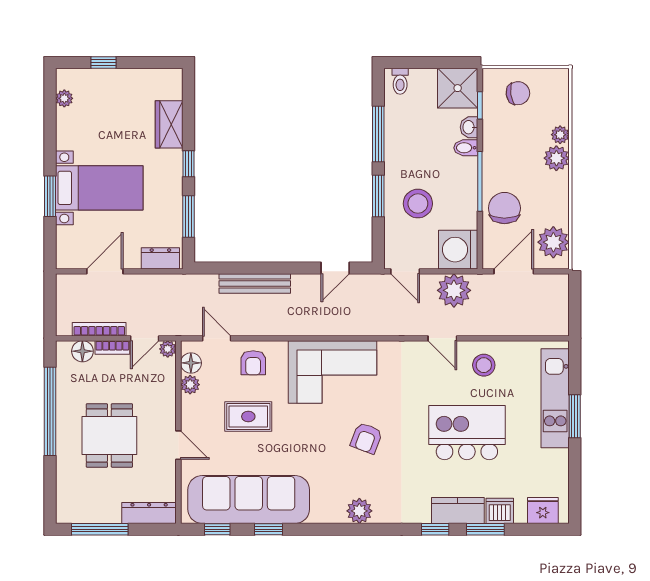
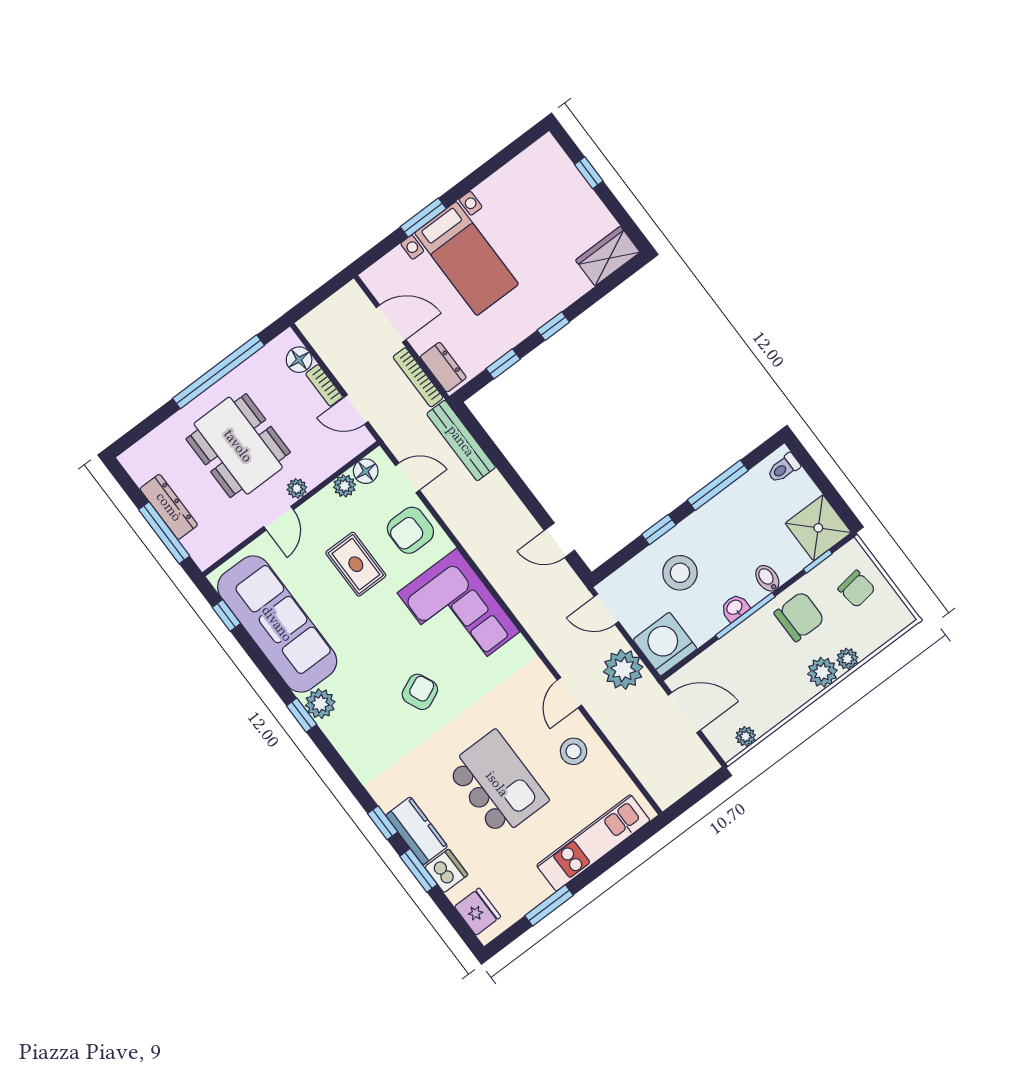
plant: (64, 98) -> (527, 161), removed
wardrobe: (169, 124) -> (608, 256), moved
washbasin: (469, 127) -> (735, 608), moved
window: (378, 196) -> (659, 530), width x0.67
chair: (504, 208) -> (799, 616), moved
window: (188, 217) -> (503, 364), width x0.67
plant: (553, 242) -> (746, 736), width x0.53, depth x0.53
door: (405, 271) -> (606, 609), hinge flipped
bench: (255, 283) -> (461, 441), moved
bookcase: (99, 329) -> (418, 377), moved, turned 180
door: (217, 338) -> (408, 478), hinge flipped
plant: (168, 349) -> (297, 488), moved
armchair: (253, 363) -> (410, 530), width x1.38, depth x1.38
window: (575, 416) -> (549, 905), moved
dining table: (109, 435) -> (238, 446), width x1.37
armchair: (366, 438) -> (420, 692), turned 135
plant: (359, 511) -> (320, 704), moved
dresser: (149, 513) -> (169, 507), moved
window: (100, 529) -> (164, 533), moved
window: (269, 529) -> (302, 715), moved

